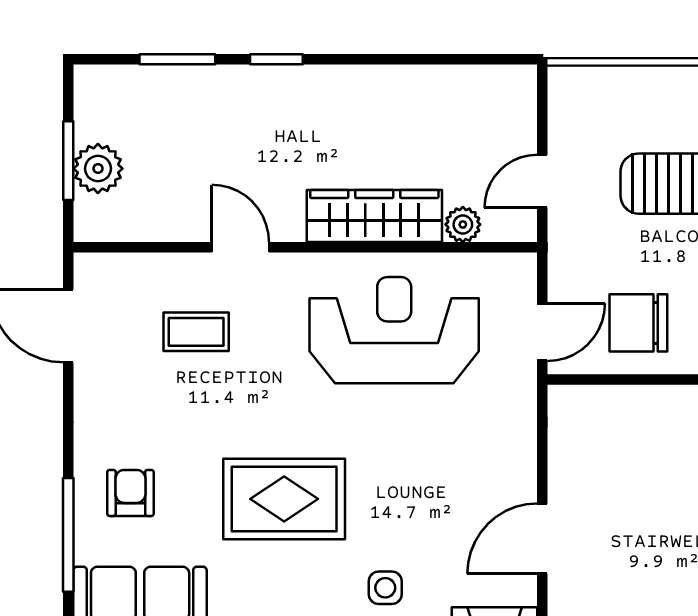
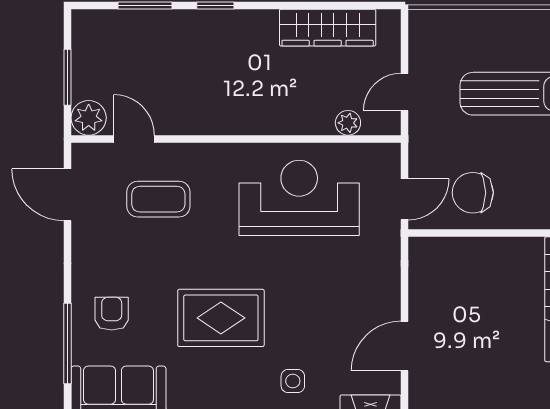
plant: (98, 169) -> (89, 118), moved
wardrobe: (374, 216) -> (328, 28), moved, turned 180
door: (240, 247) -> (134, 139), moved
coffee table: (196, 332) -> (158, 199), width x1.36, depth x1.30

